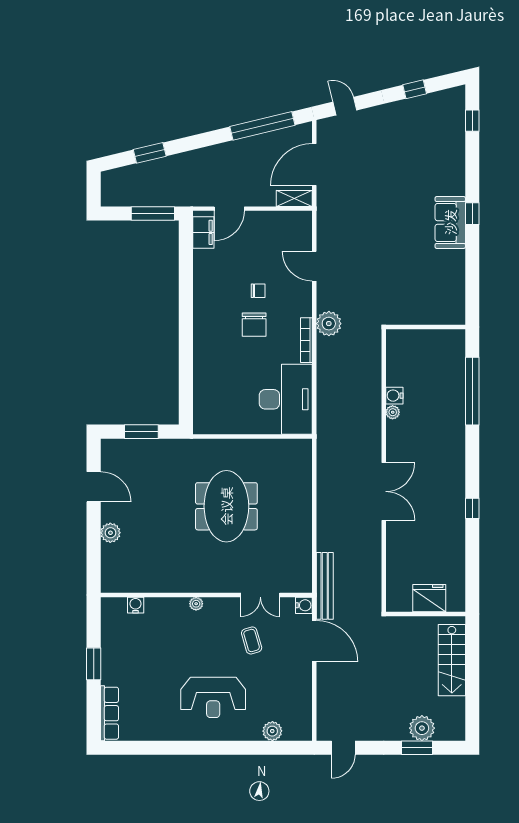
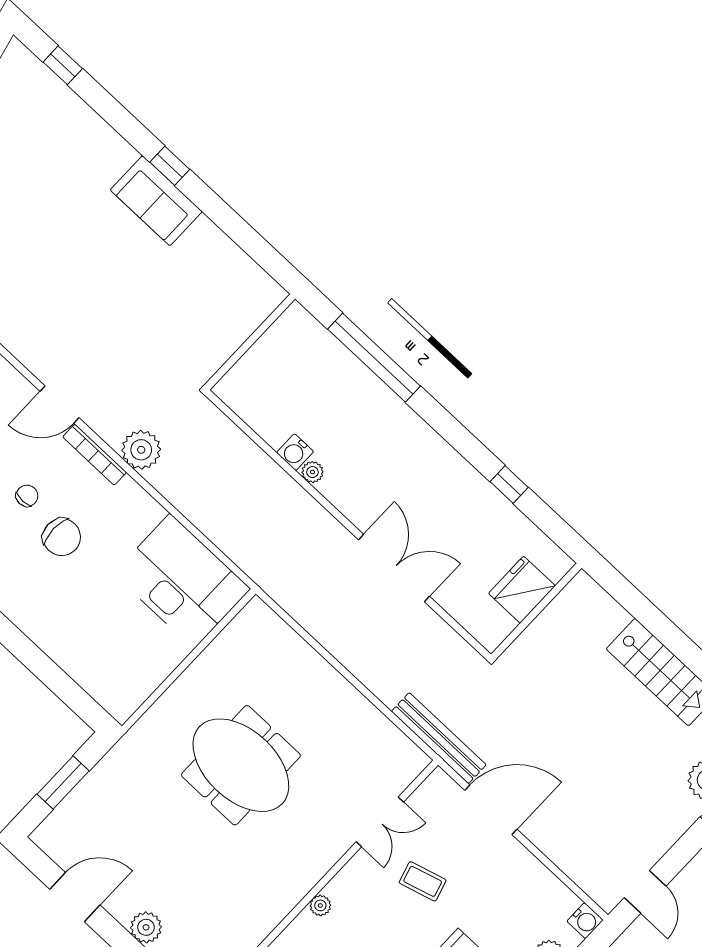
bookcase: (306, 340) -> (95, 455), moved
fridge: (429, 598) -> (522, 590), moved
water cooler: (304, 605) -> (585, 921), moved, turned 90
wall: (426, 614) -> (536, 611), moved

